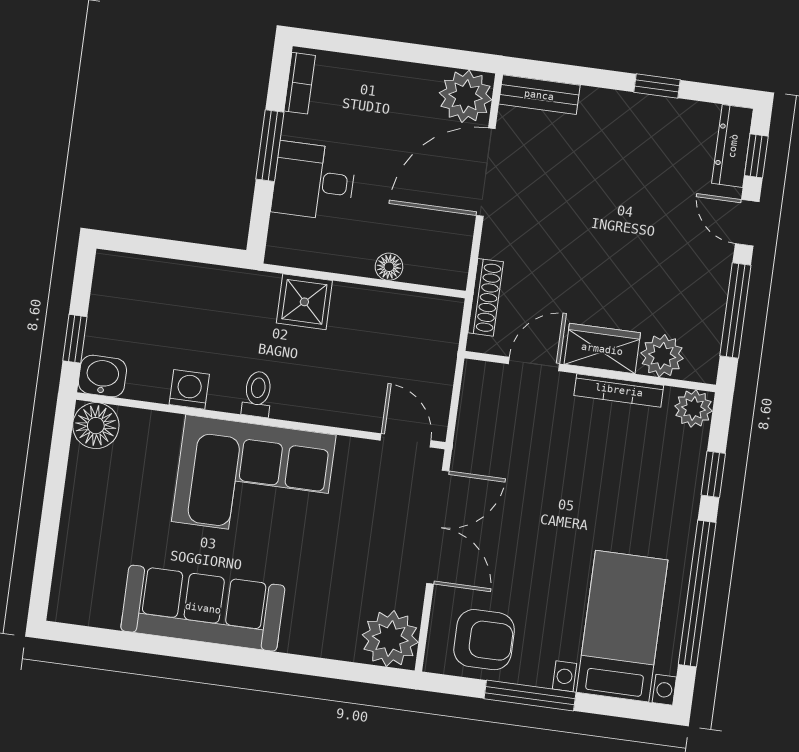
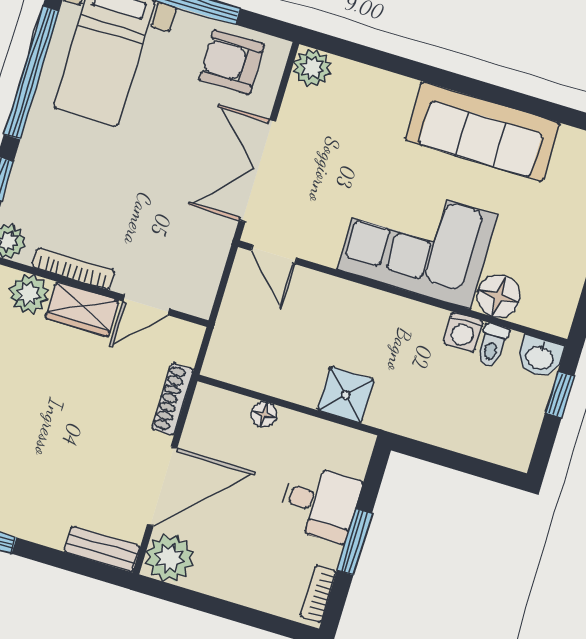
shoe rack: (486, 297) -> (173, 399), moved
toilet: (257, 394) -> (492, 345), moved
floor lamp: (96, 426) -> (499, 296), moved
plant: (390, 638) -> (312, 68), width x0.73, depth x0.73

